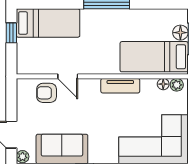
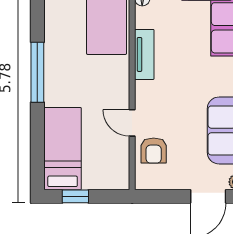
door: (68, 76) -> (132, 123), swing flipped

